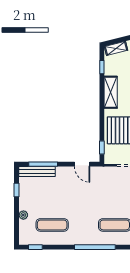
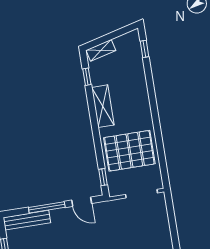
window: (43, 164) -> (47, 207), moved

